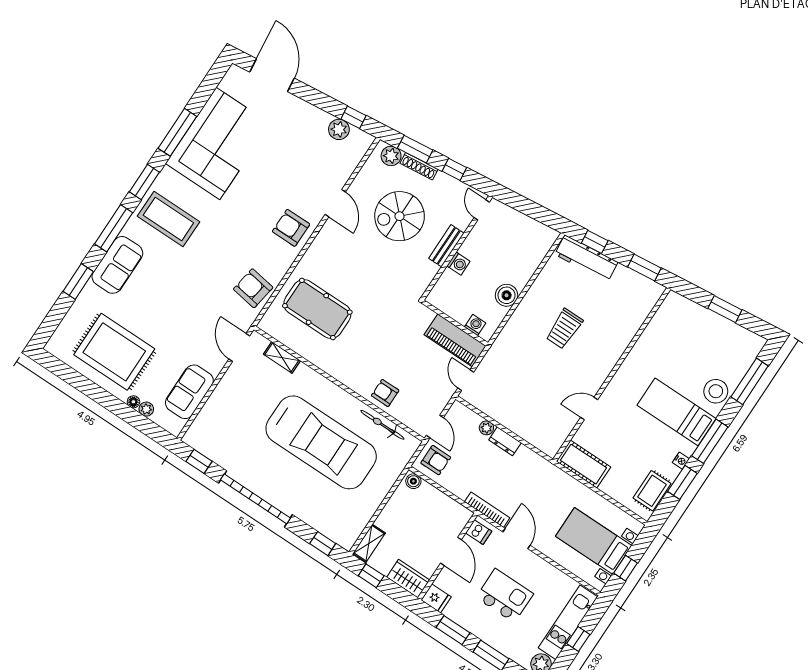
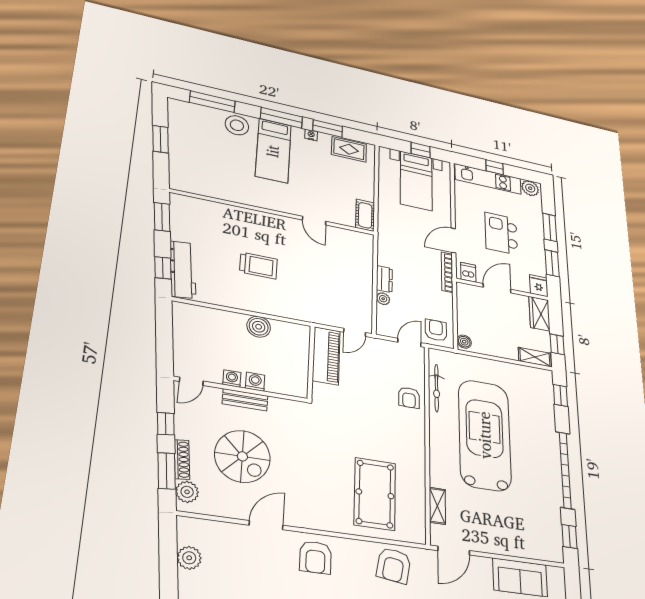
window: (353, 117) -> (168, 549), removed
washing machine: (475, 325) -> (232, 378), moved, turned 90
cot: (583, 464) -> (365, 215), width x0.73, depth x0.75

